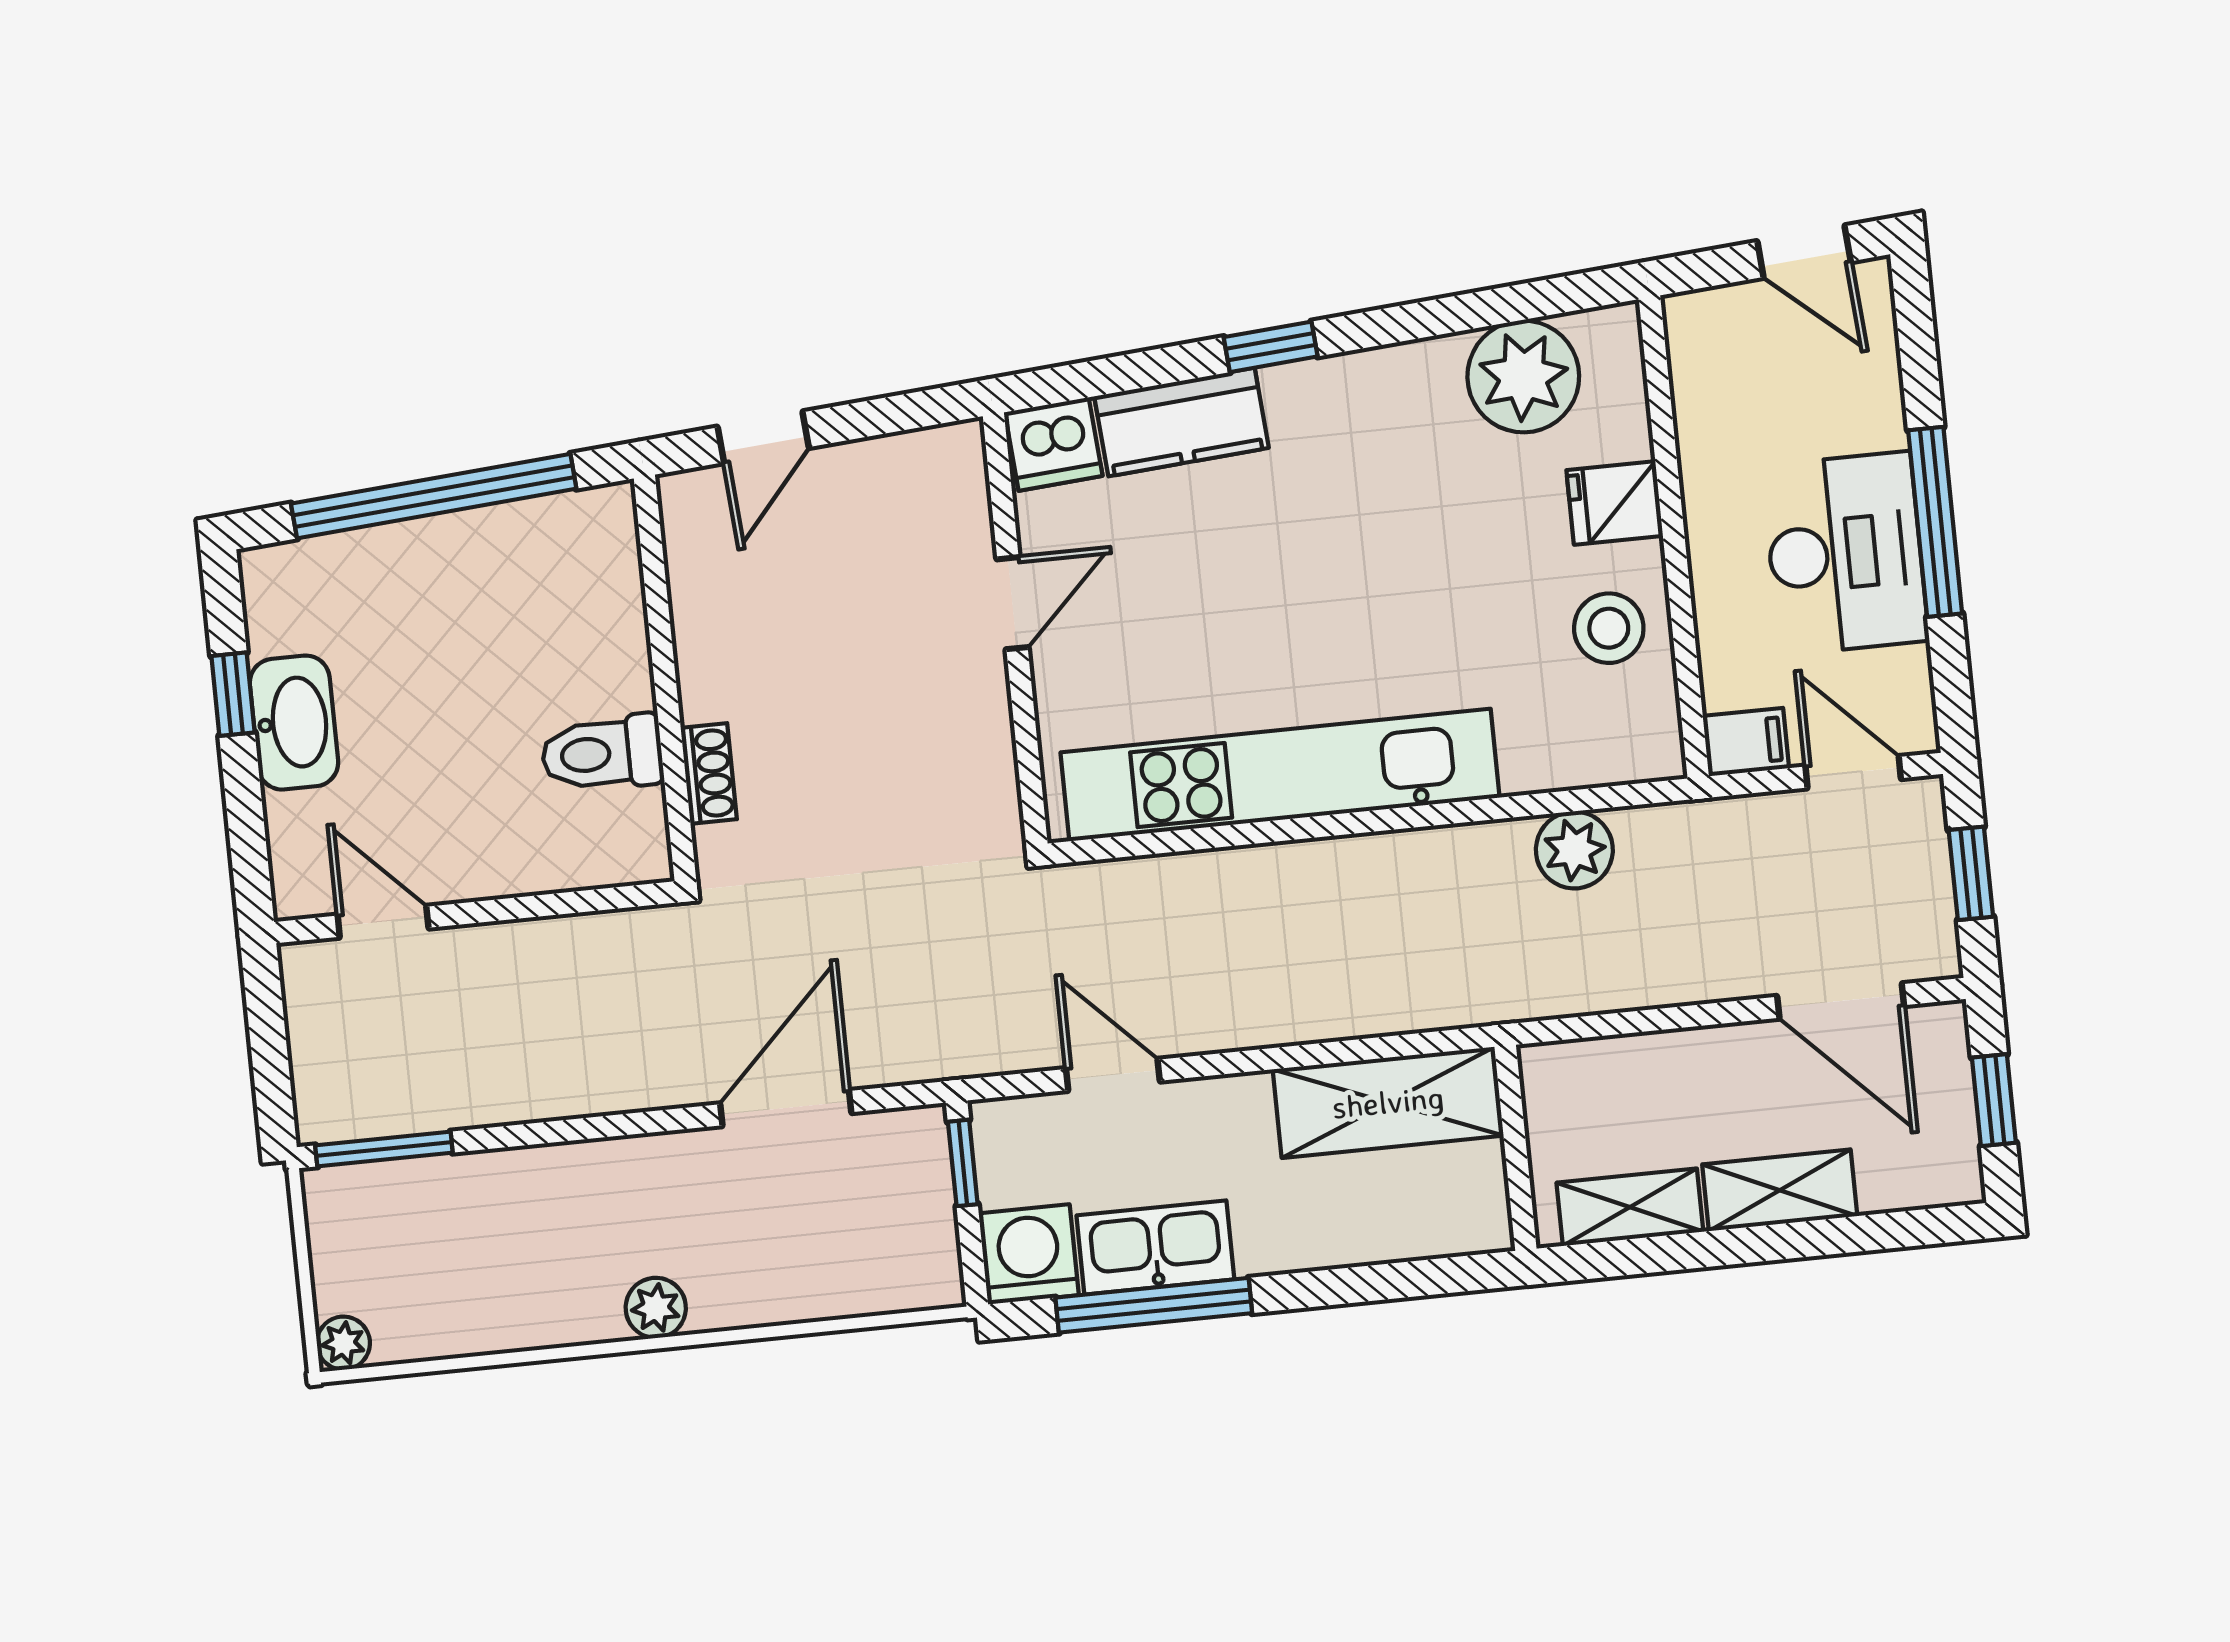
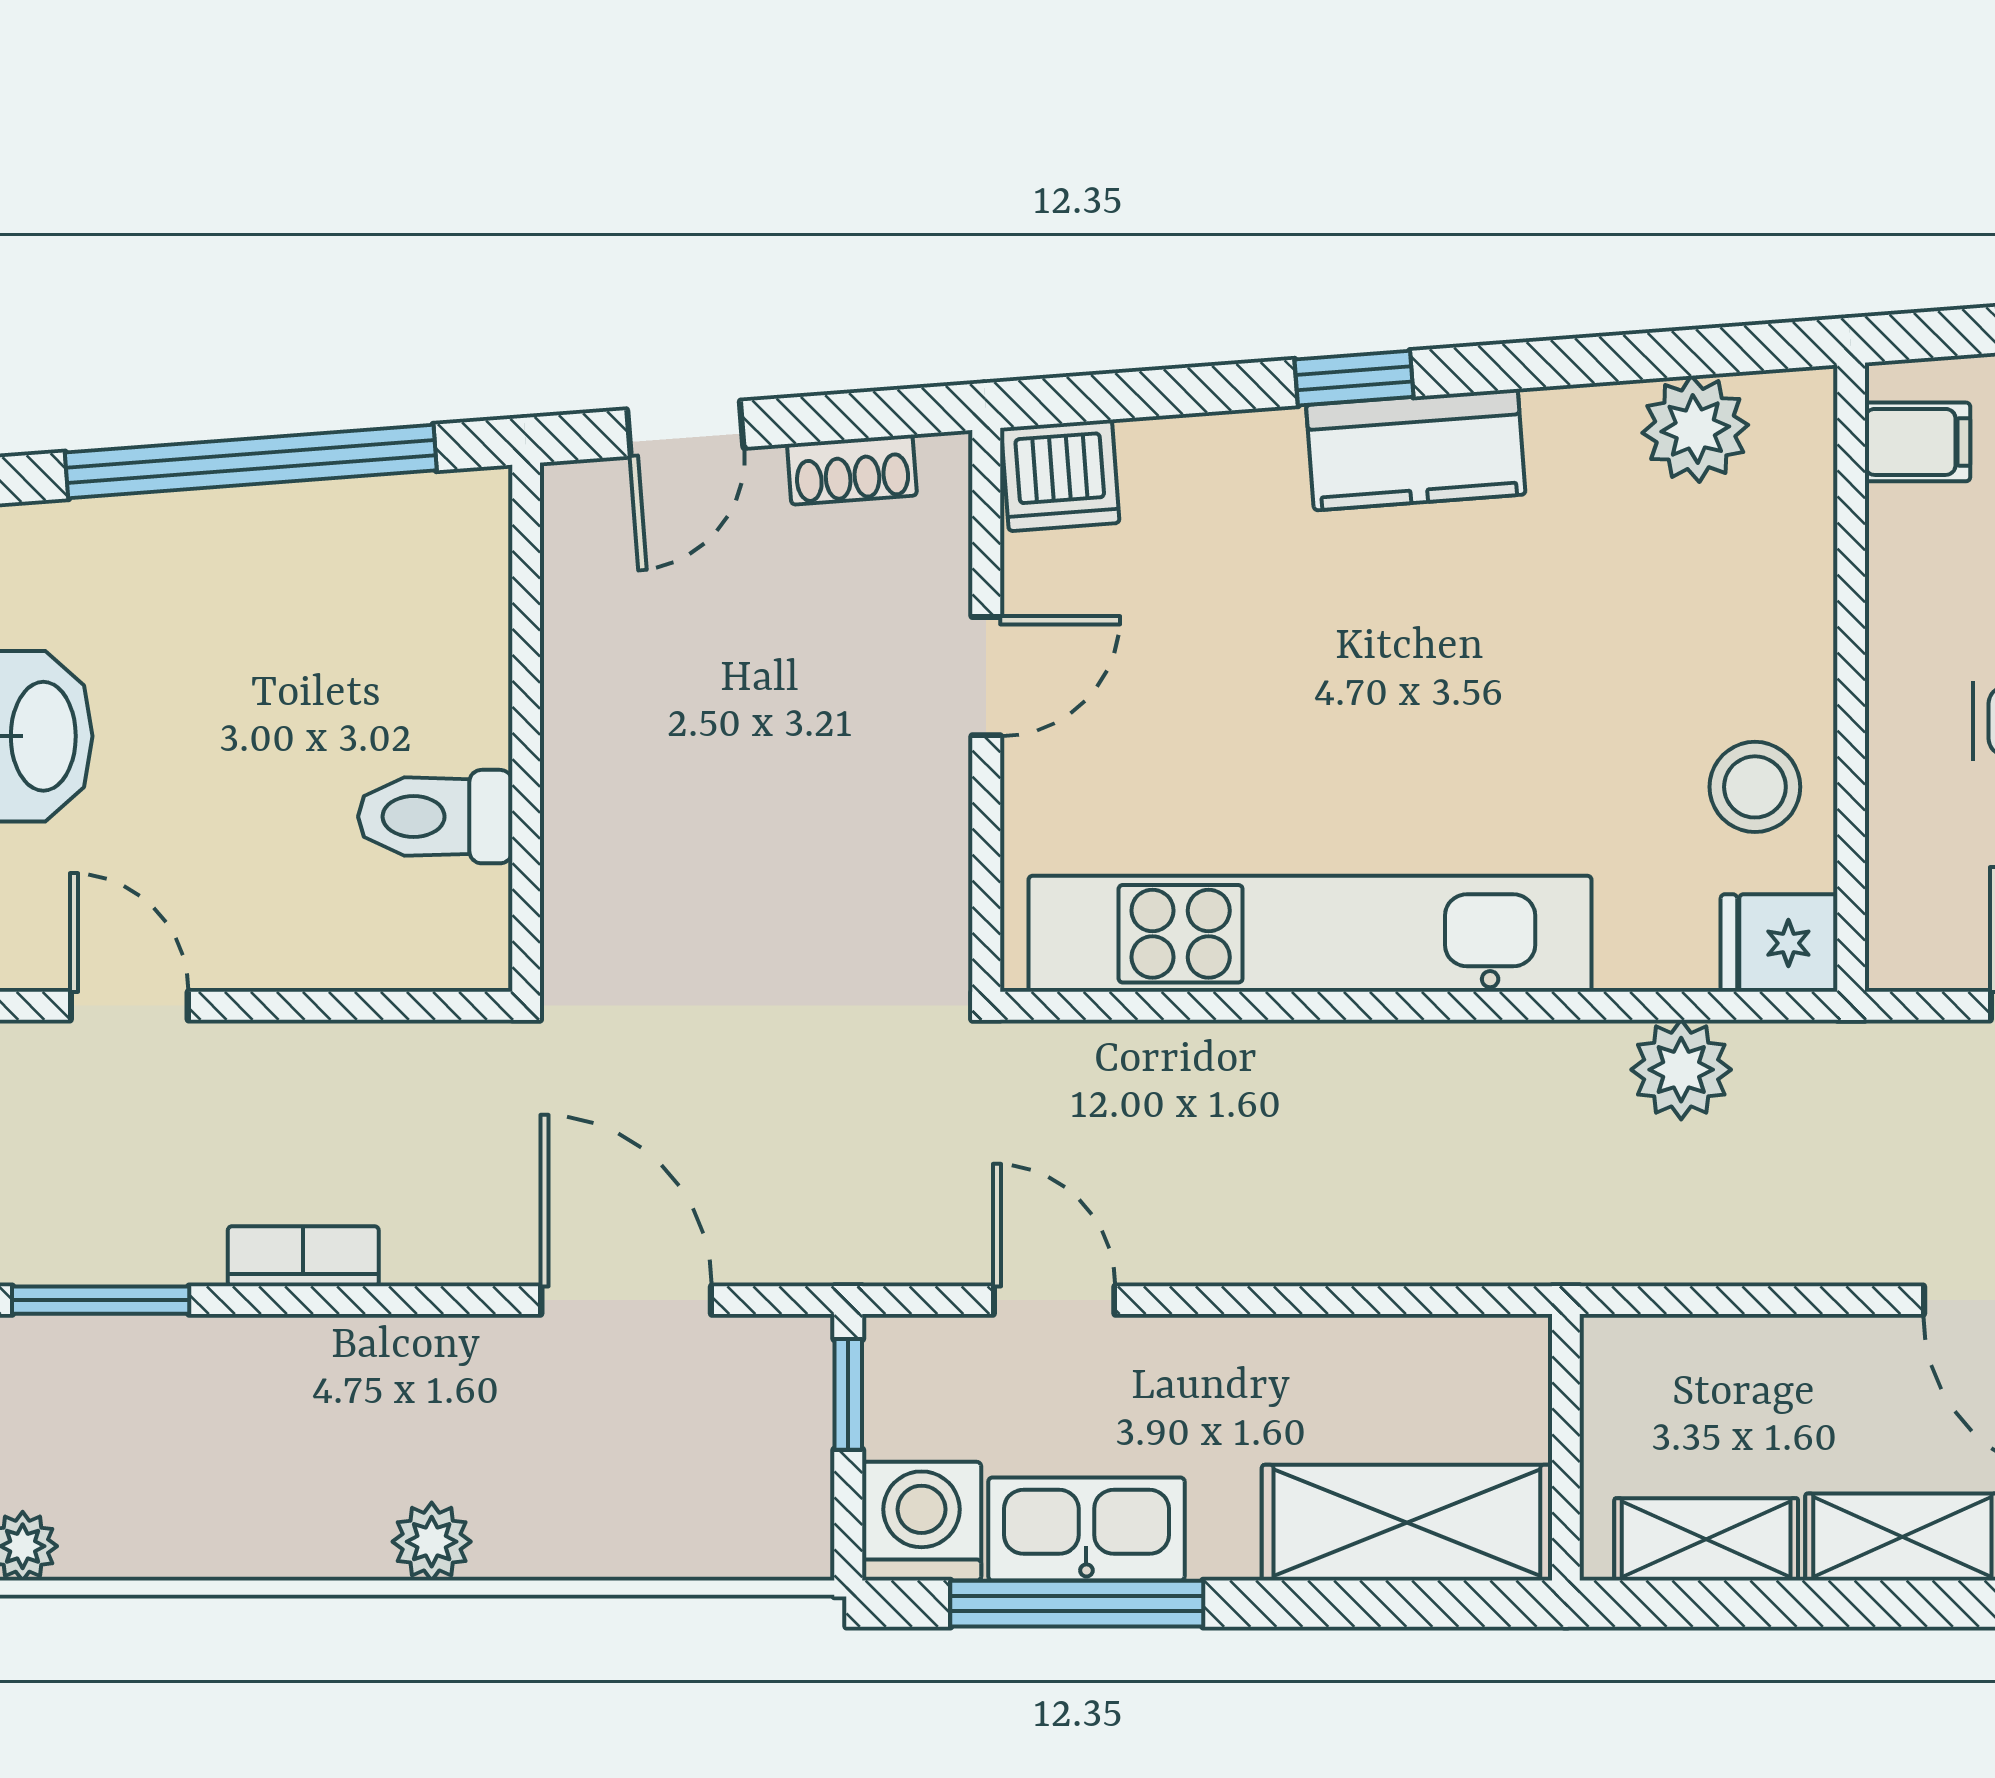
plant: (1523, 376) -> (1695, 429), width x0.73, depth x0.73
kitchen counter: (1181, 422) -> (1416, 450), moved
fridge: (1615, 503) -> (1779, 943), moved
filing cabinet: (1746, 742) -> (1918, 442), moved
shoe rack: (709, 774) -> (852, 470), moved, turned 86
bookcase: (536, 1100) -> (303, 1256), added
shelving: (1388, 1102) -> (1407, 1523), moved
door: (786, 1108) -> (626, 1300), hinge flipped

